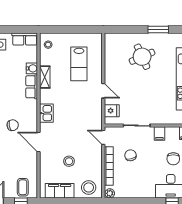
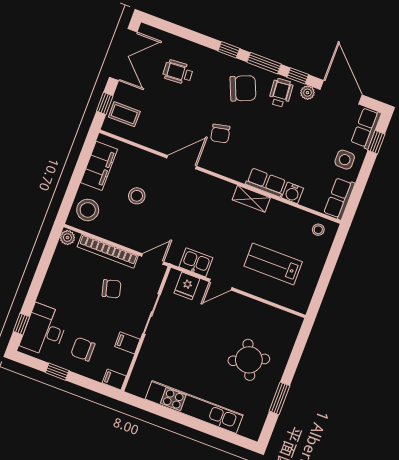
shelving: (45, 77) -> (251, 199), moved
kitchen sink: (46, 113) -> (196, 262), moved, turned 180

